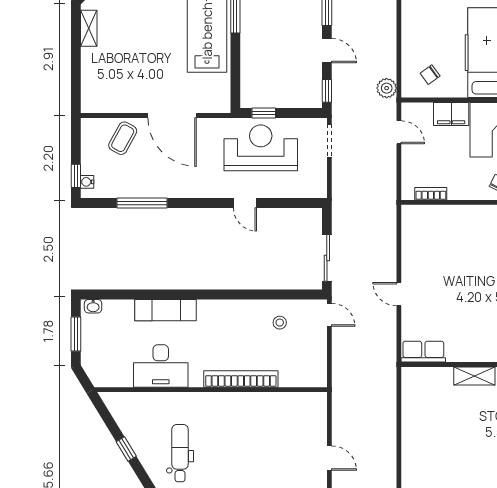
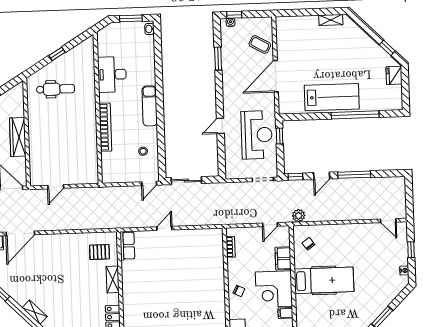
window: (142, 203) -> (218, 59), width x0.69
exam couch: (165, 310) -> (150, 106), moved
pallet: (432, 395) -> (99, 252), added

